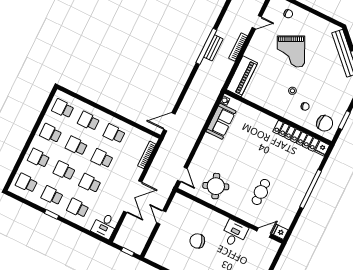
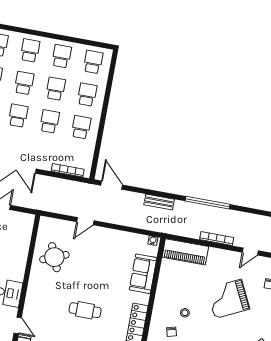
door: (257, 22) -> (250, 252), hinge flipped
bench: (213, 48) -> (159, 202), moved
sofa: (221, 121) -> (143, 274), moved, turned 90
door: (182, 174) -> (85, 221), moved
cafe table: (261, 192) -> (85, 310), moved

